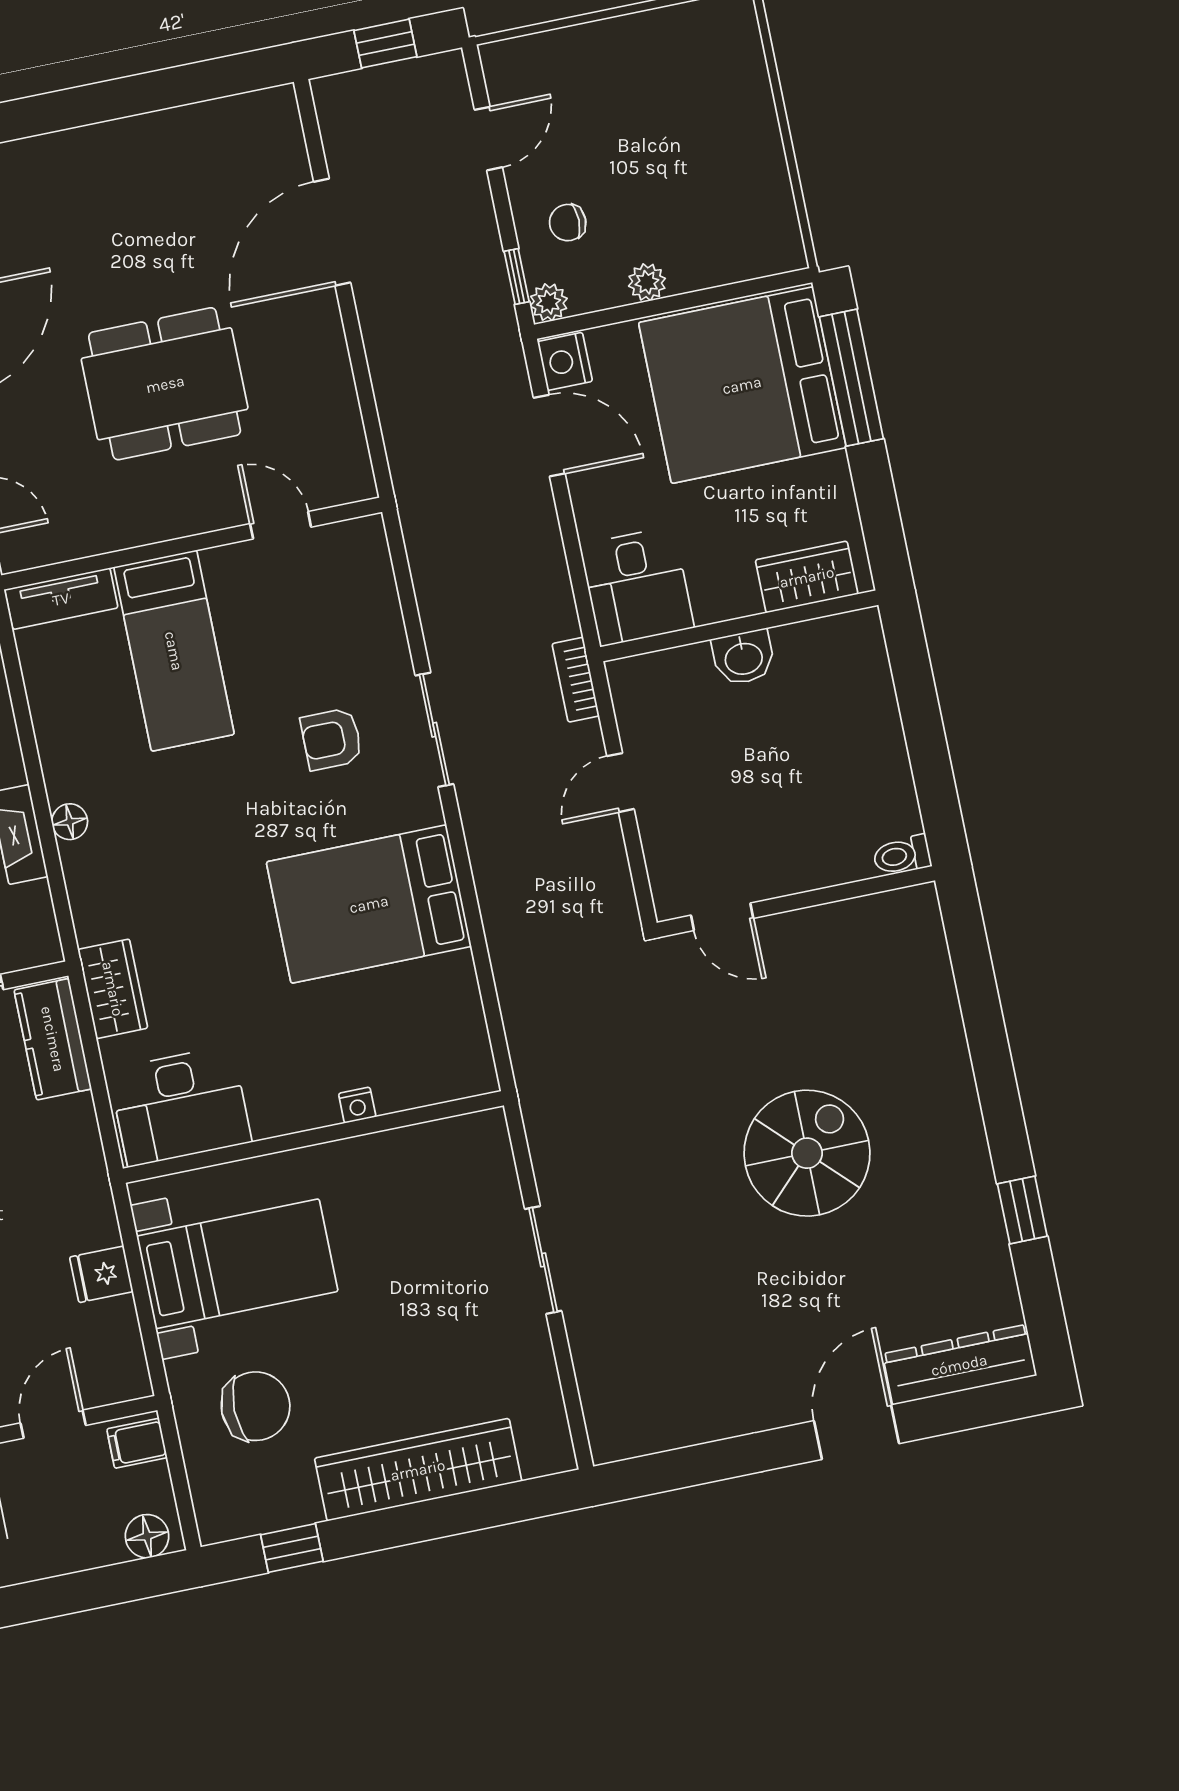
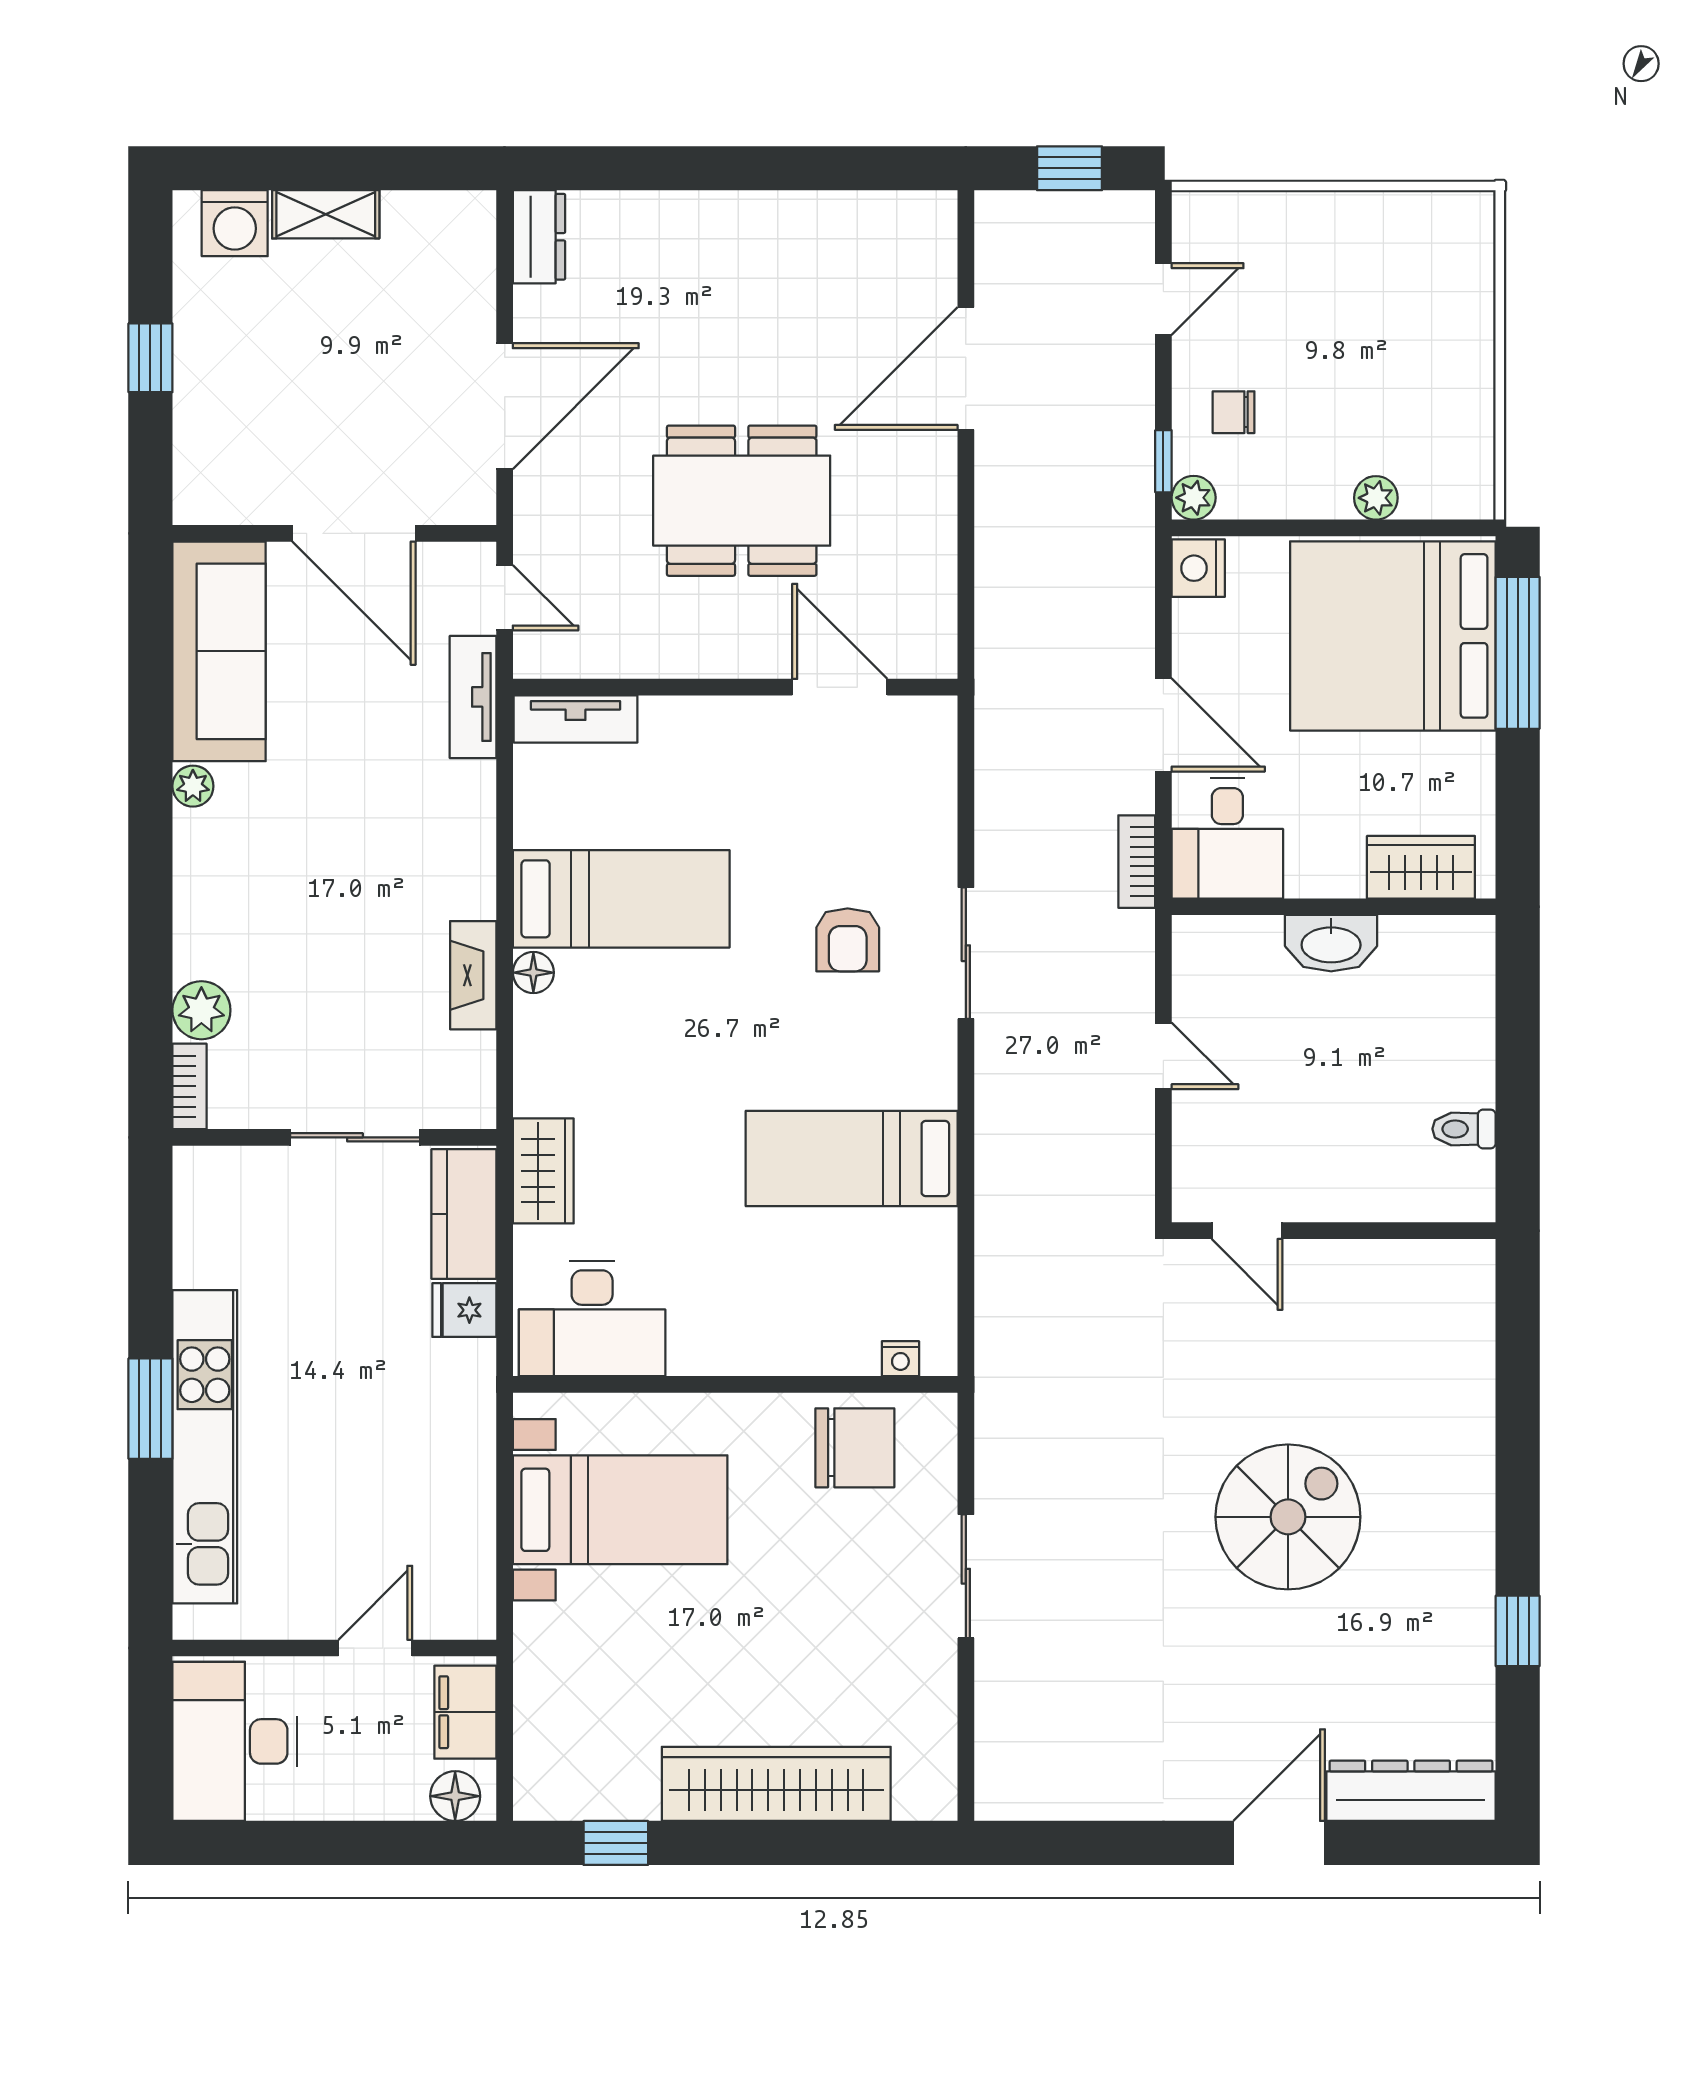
plant: (647, 282) -> (1376, 498), moved
door: (549, 436) -> (1163, 725), moved
door: (281, 525) -> (840, 687), width x1.38
bed: (174, 651) -> (621, 899), moved, turned -90
washbasin: (743, 657) -> (1331, 943), width x1.38
bookcase: (576, 680) -> (1137, 862), moved
armchair: (331, 739) -> (848, 940), turned -90
door: (620, 783) -> (1163, 1056), swing flipped
toilet: (902, 855) -> (1464, 1129), moved
bed: (369, 904) -> (852, 1159), width x0.67
nightstand: (357, 1105) -> (900, 1359), moved
fridge: (101, 1274) -> (464, 1310), moved
chair: (256, 1406) -> (855, 1448), moved
filing cabinet: (137, 1443) -> (465, 1712), width x2.00

